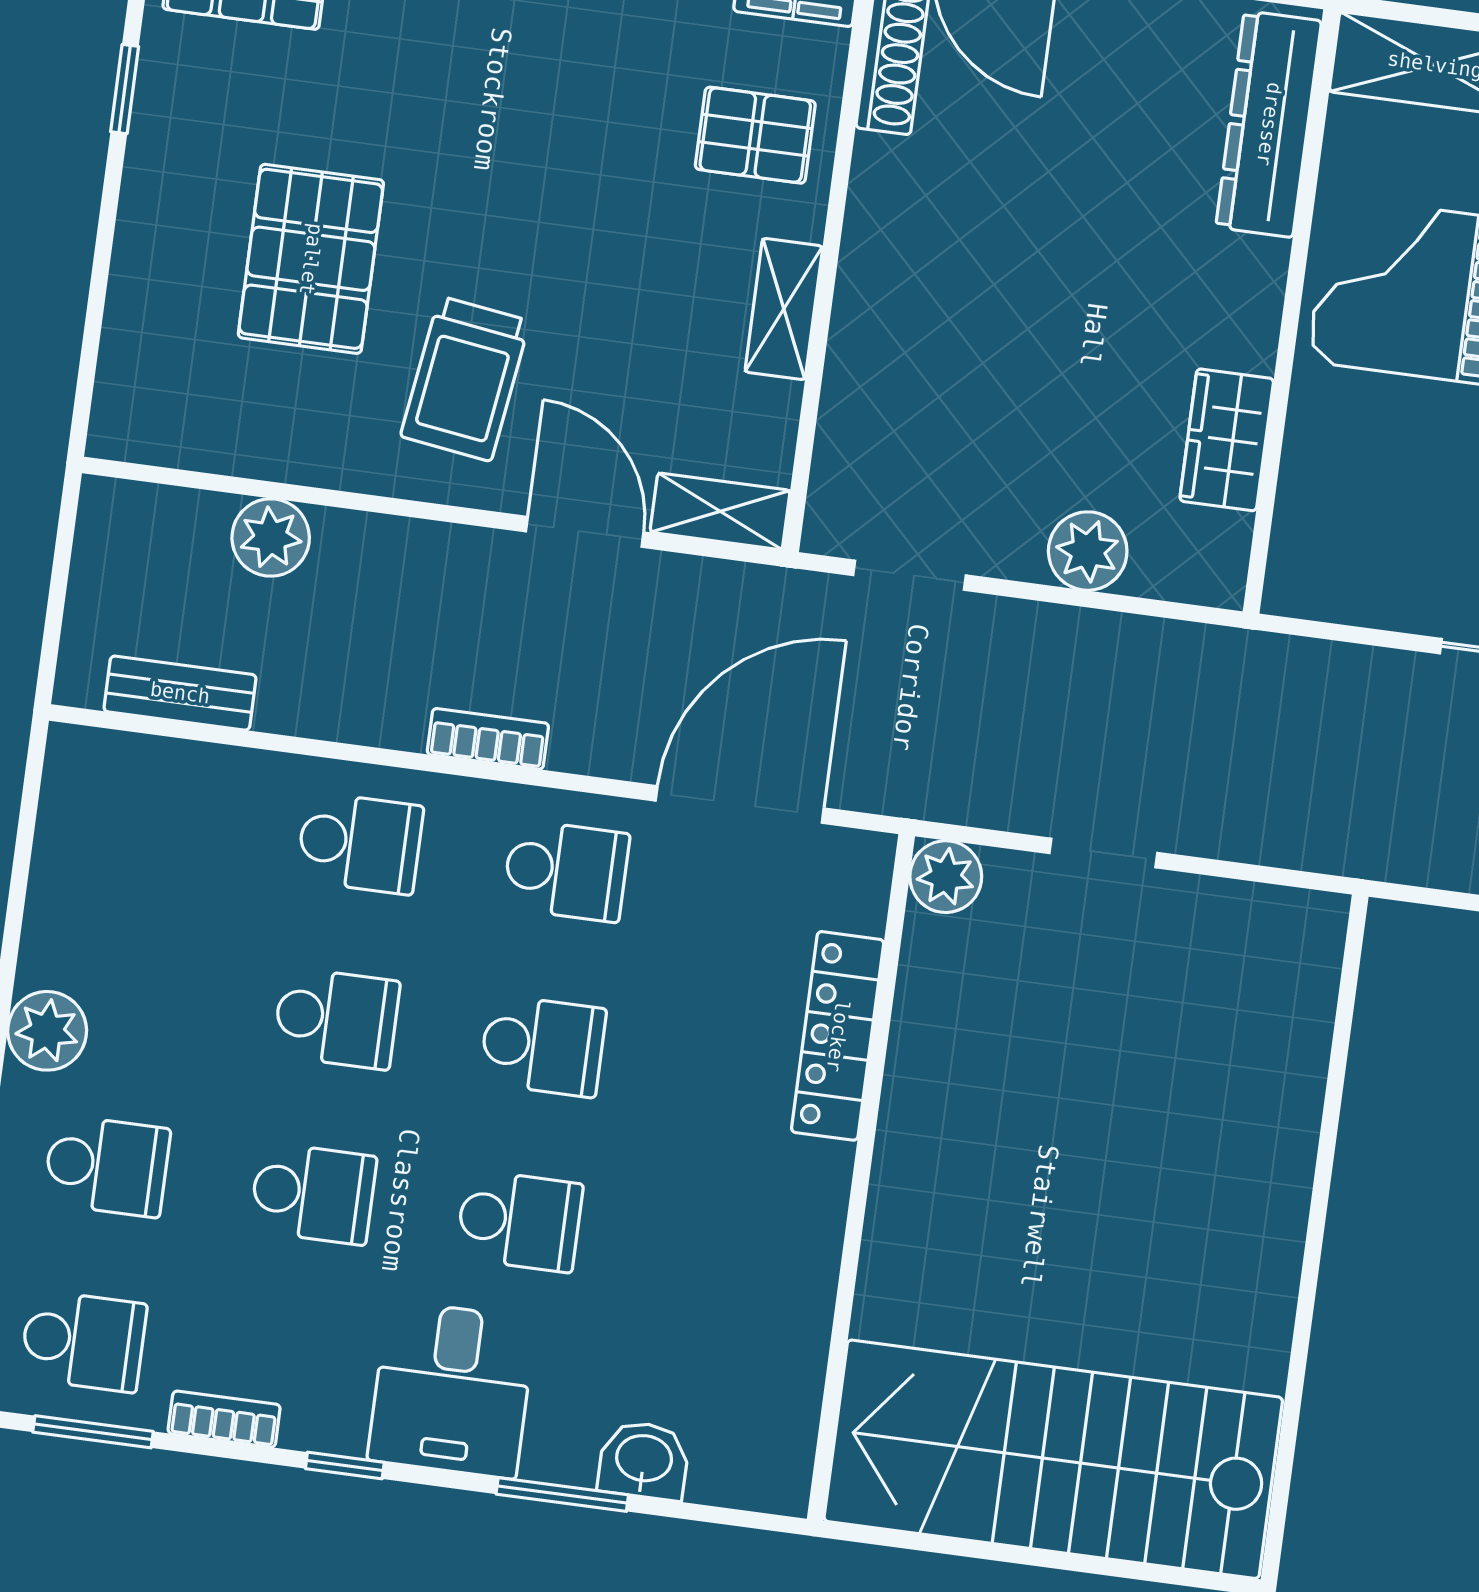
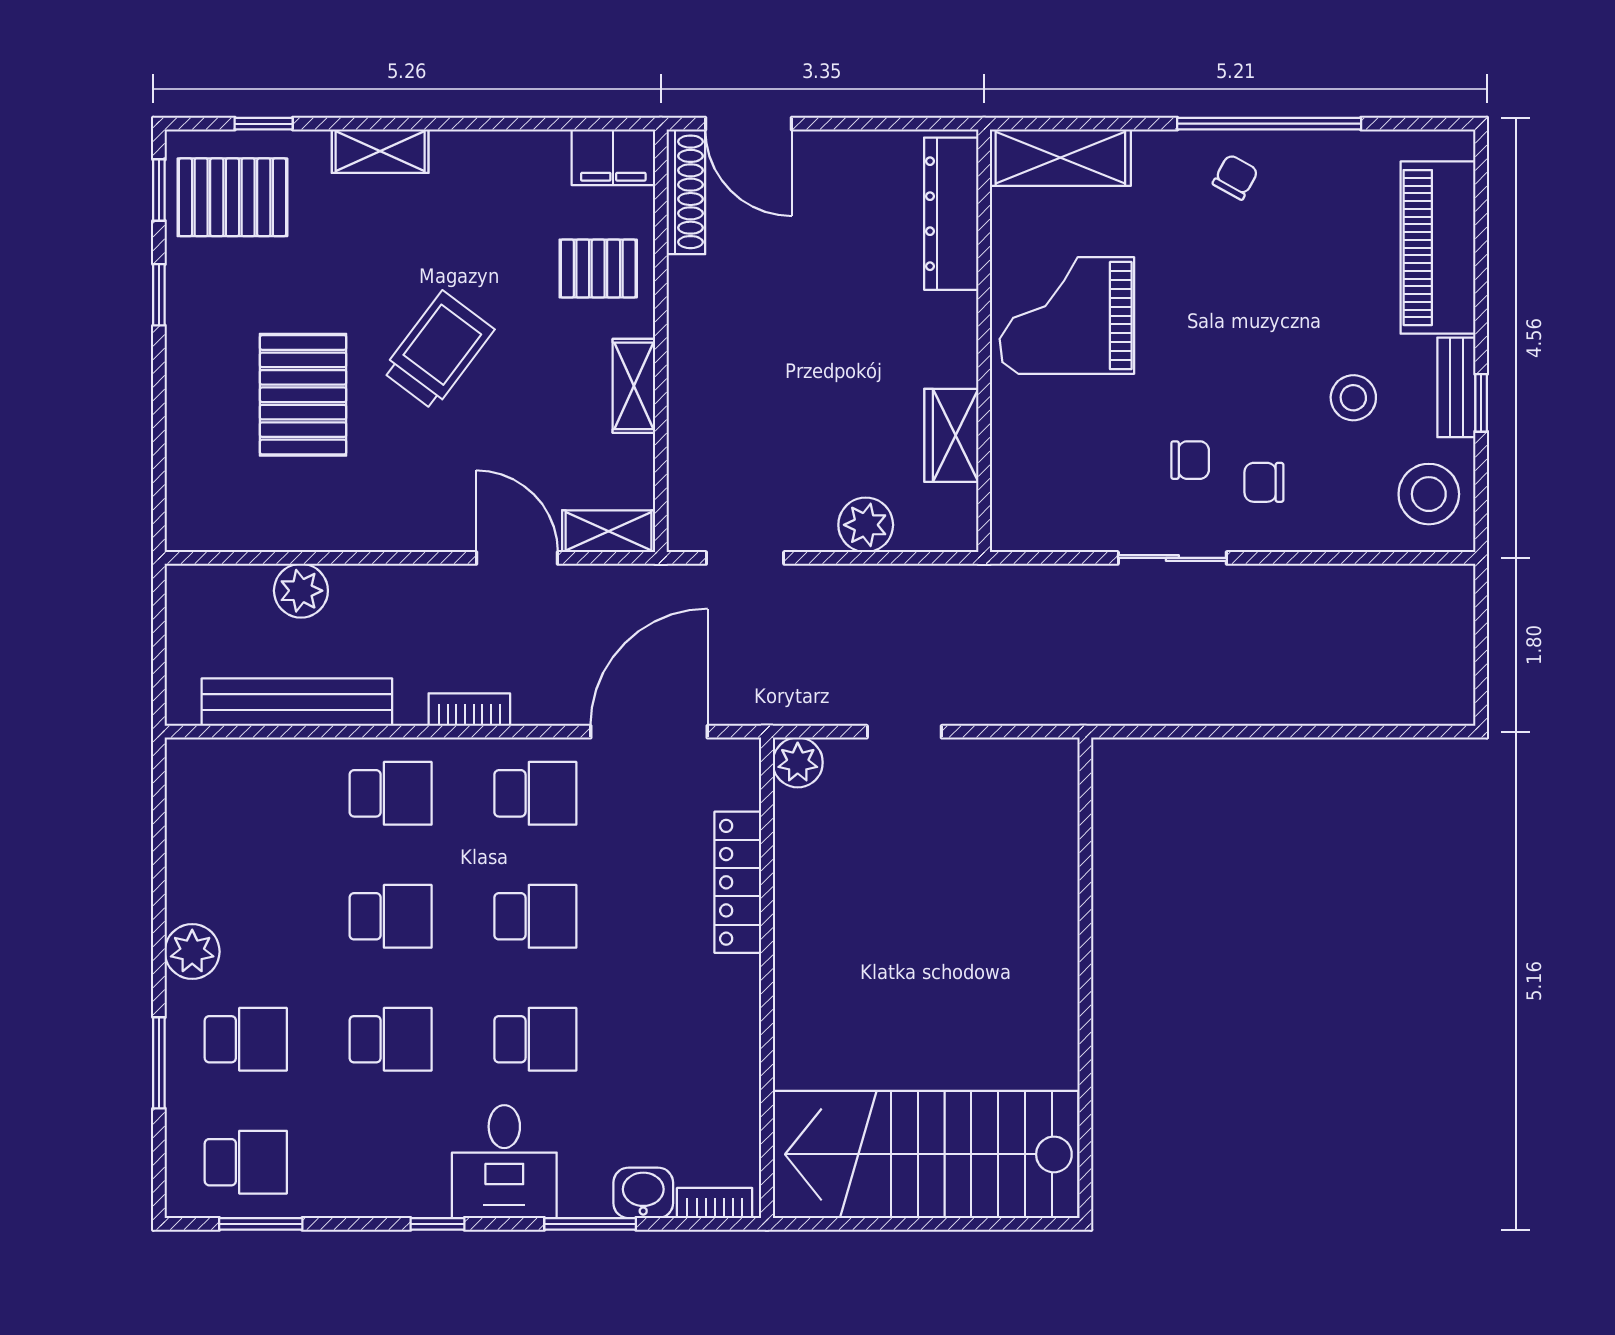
trolley: (465, 379) -> (438, 350), moved, turned -151
bench: (180, 693) -> (297, 702), width x1.86, depth x1.21
bookcase: (224, 1419) -> (715, 1203), moved

